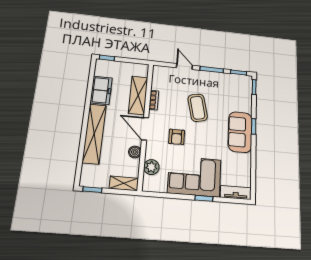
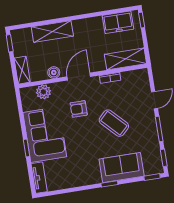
freezer: (101, 90) -> (118, 22), moved
shelving: (138, 95) -> (125, 59), moved
coffee table: (198, 108) -> (114, 123), turned 59
sofa: (240, 132) -> (122, 168), moved
shelving: (94, 134) -> (52, 31), width x0.68

